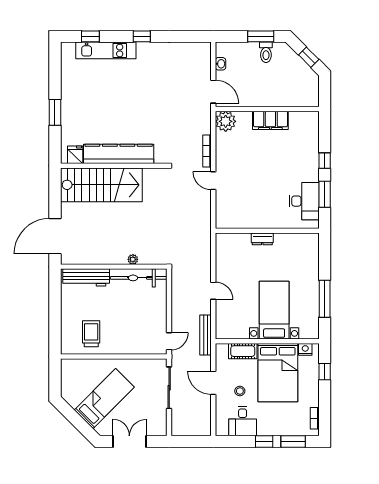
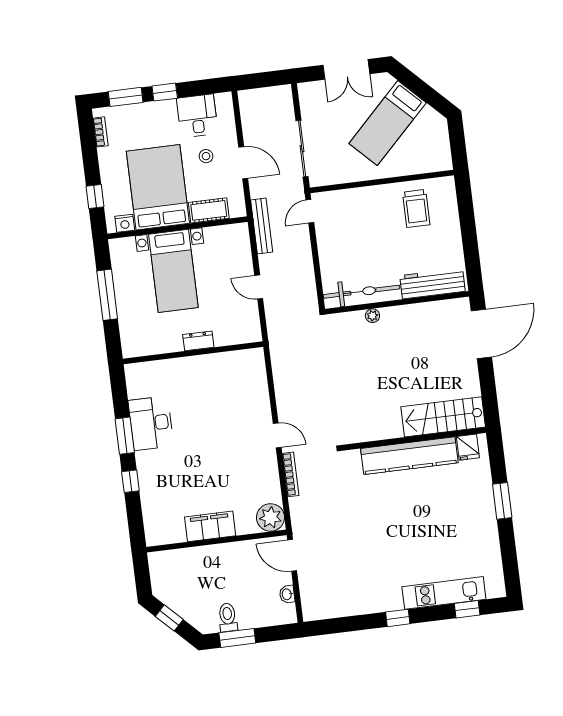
stairs: (101, 185) -> (443, 417), width x0.73, depth x0.66
wall: (267, 231) -> (193, 353), moved
dresser: (262, 239) -> (198, 341), moved

